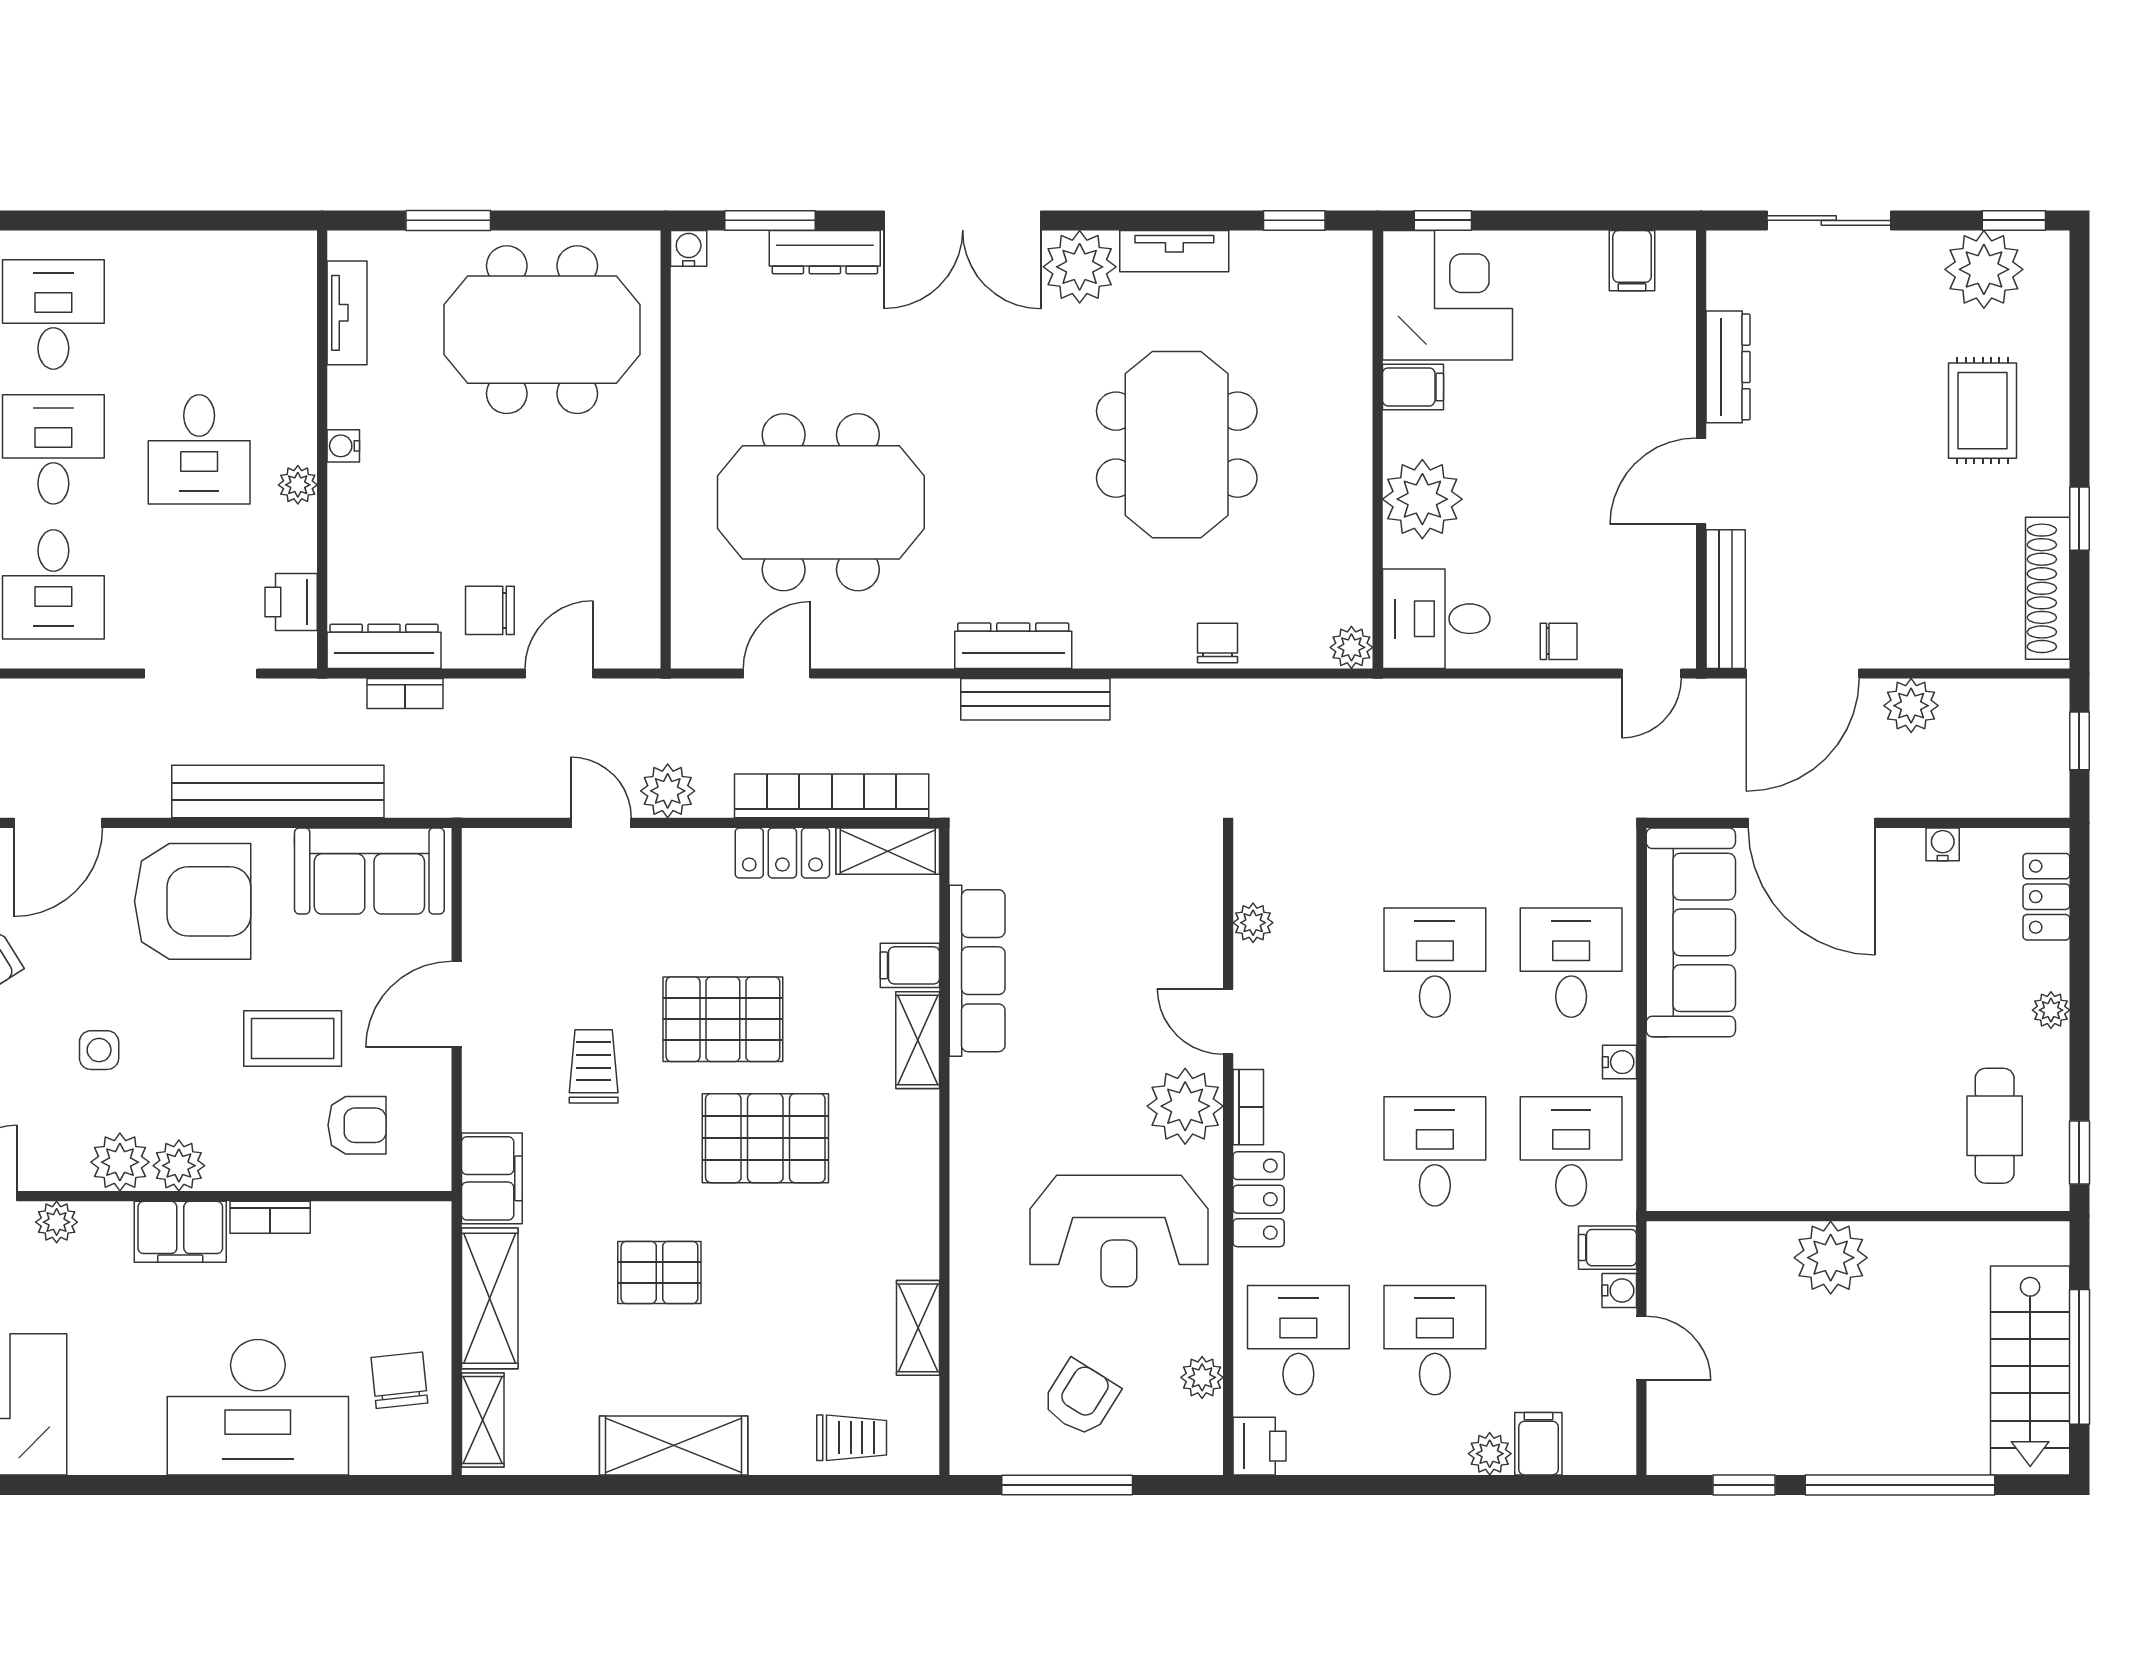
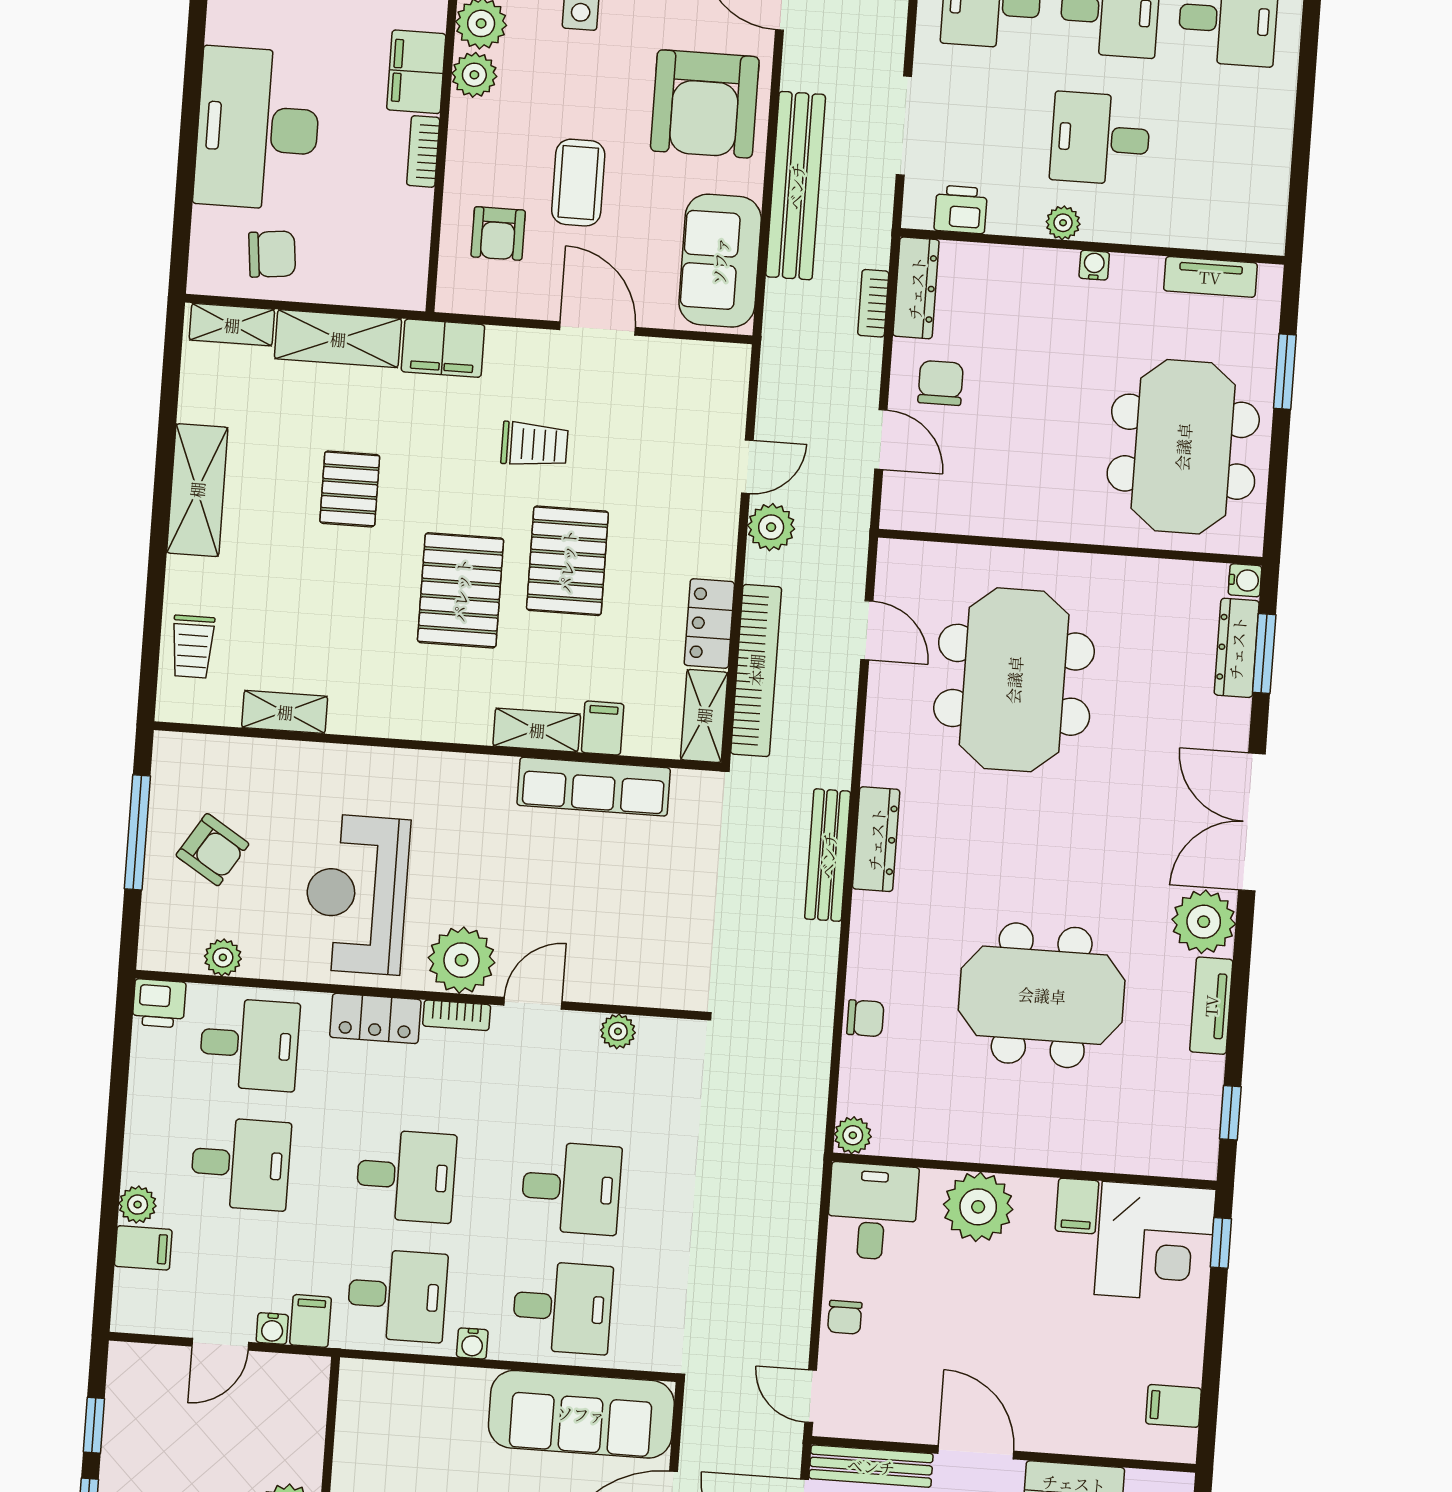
dresser: (825, 252) -> (1237, 648), moved

